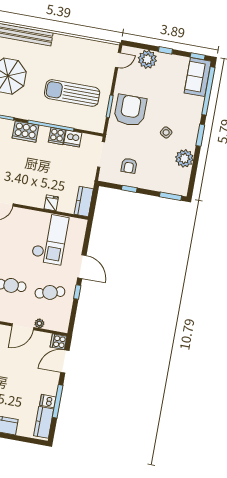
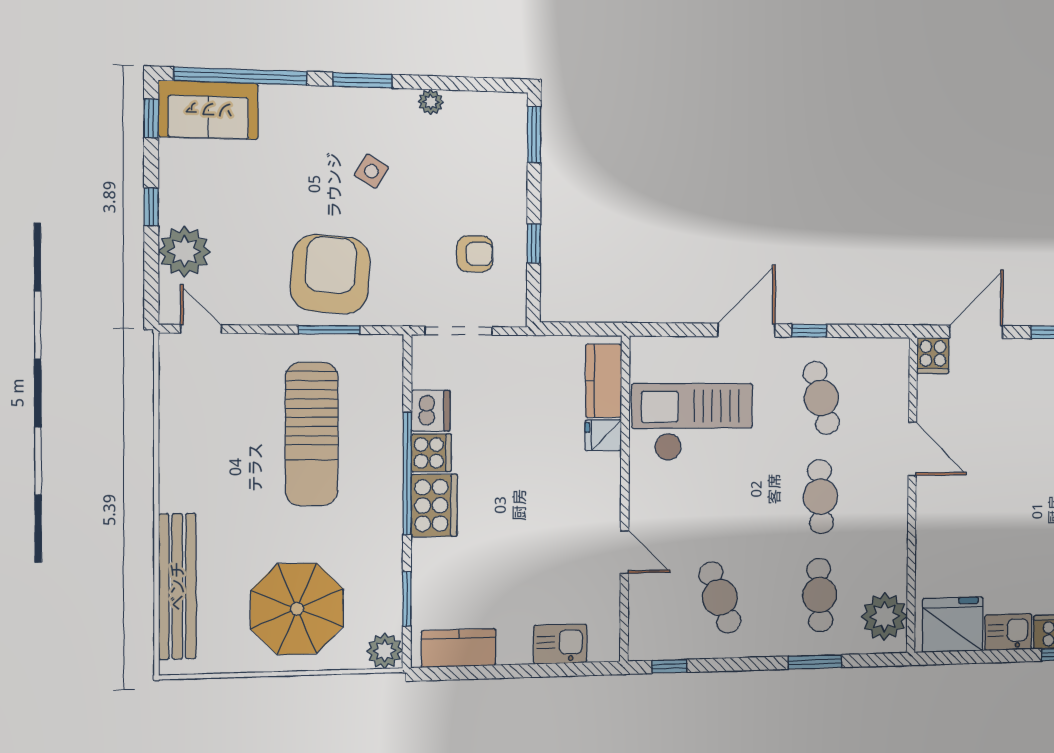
armchair: (130, 110) -> (330, 274), turned 94
cooker: (25, 132) -> (434, 505), moved
plant: (184, 158) -> (431, 102), width x0.53, depth x0.53
kitchen counter: (84, 202) -> (604, 381), moved, turned 90
plant: (39, 323) -> (898, 410), removed
door: (65, 362) -> (976, 332), swing flipped

